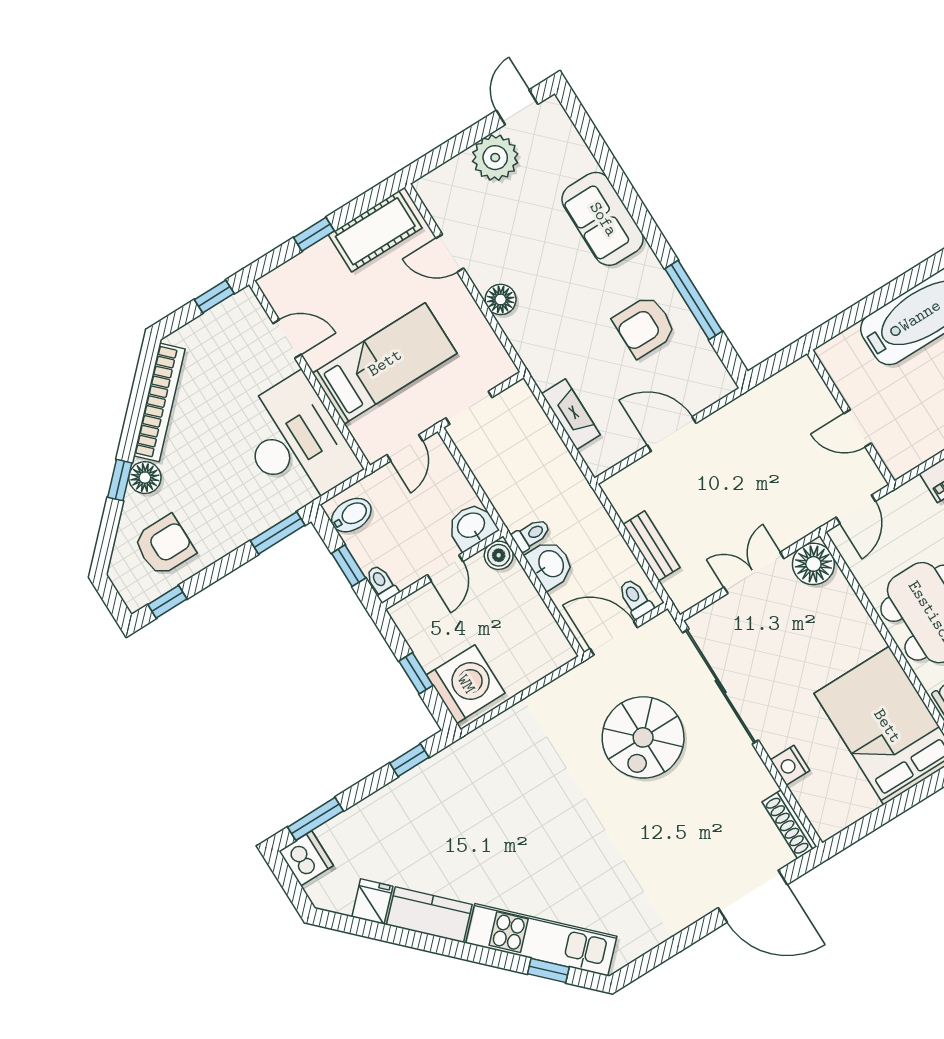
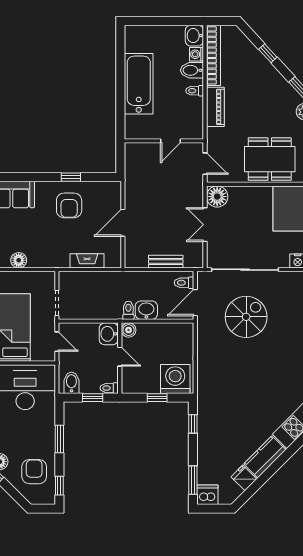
window: (694, 300) -> (71, 177), width x0.46
window: (278, 533) -> (59, 439), moved
spiral stairs: (643, 737) -> (246, 317), turned -90

